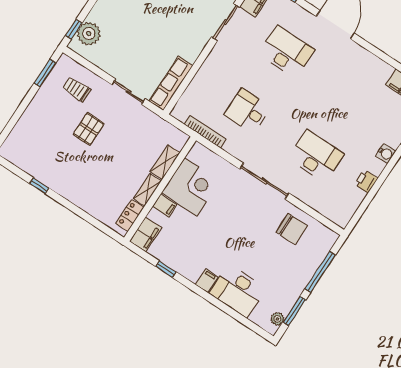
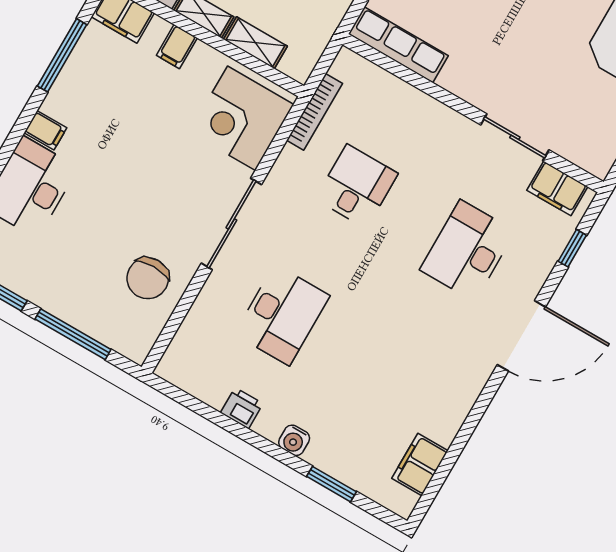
desk: (286, 52) -> (468, 251), turned 180
corner desk: (191, 187) -> (241, 118), moved, turned 90
window: (166, 269) -> (62, 55), width x2.17

